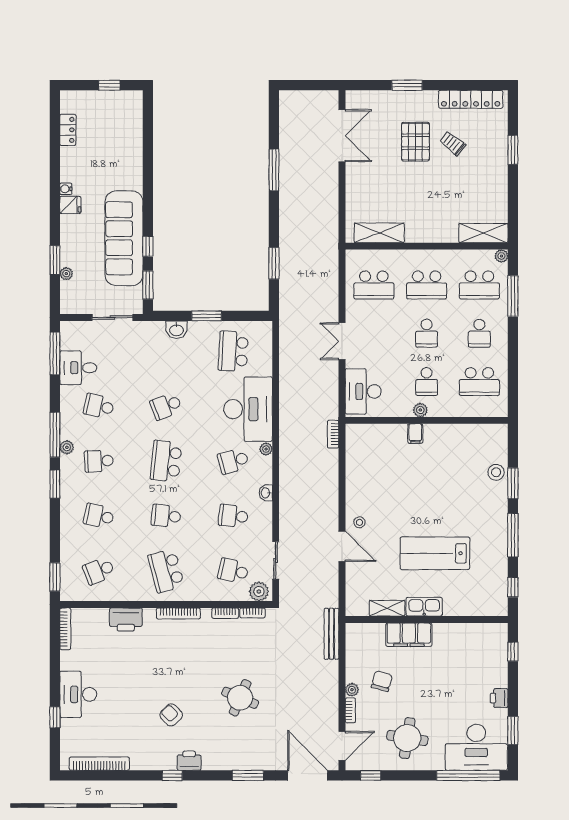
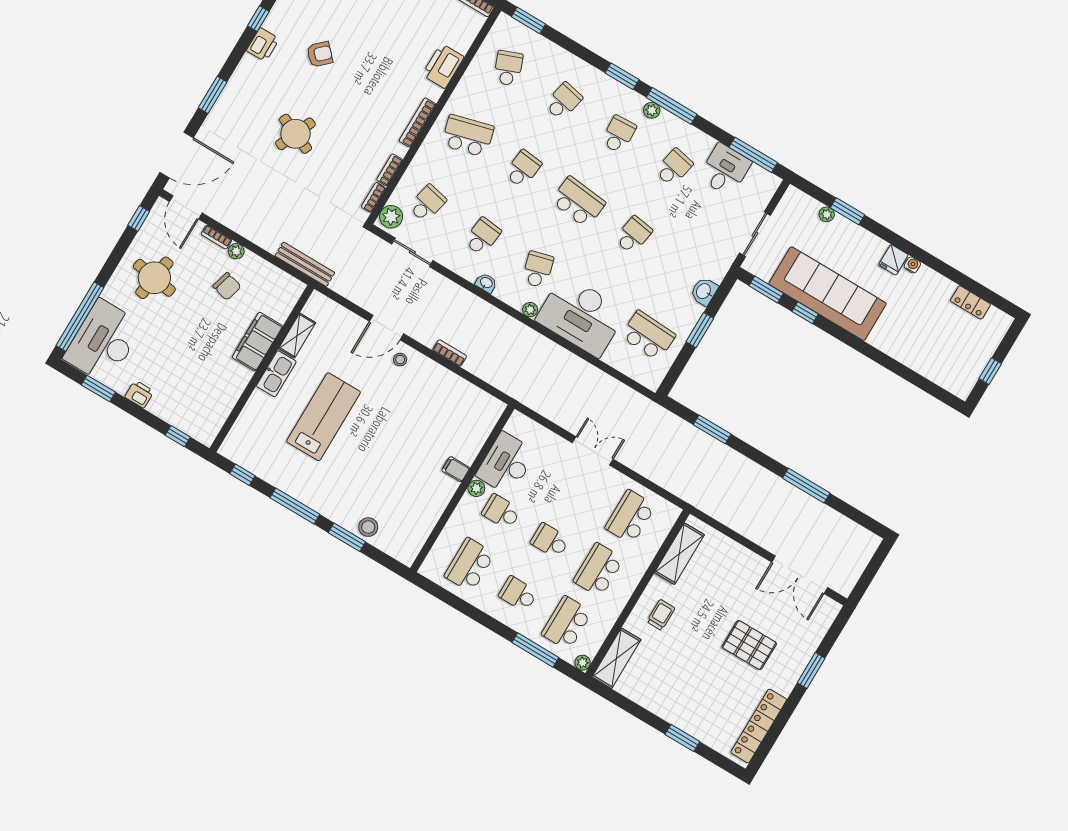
trolley: (453, 143) -> (661, 615), moved, turned -39
desk: (363, 391) -> (506, 464), moved, turned -90
school desk: (166, 406) -> (633, 235), turned 30
bookcase: (333, 434) -> (450, 353), moved

